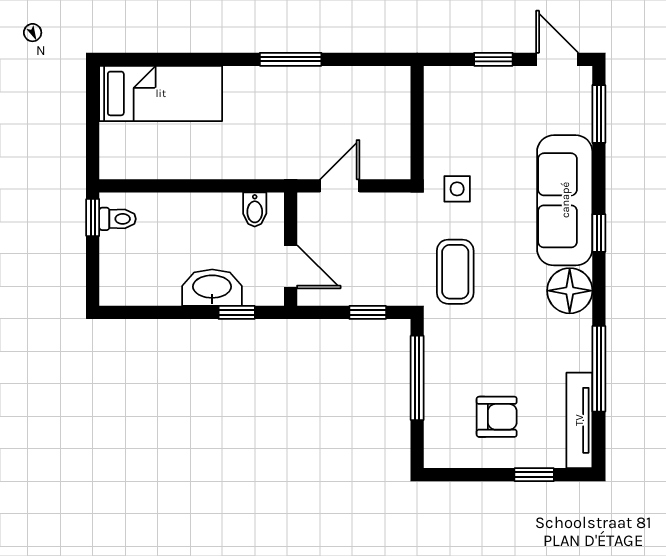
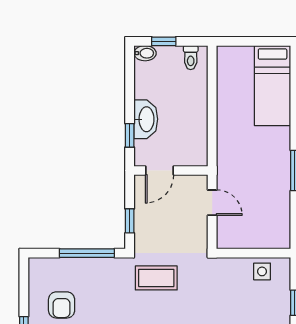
side table: (457, 189) -> (262, 271), moved
bidet: (255, 209) -> (145, 53), moved, turned 180
window: (93, 218) -> (164, 41), moved

